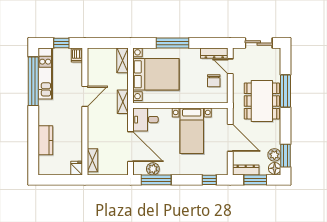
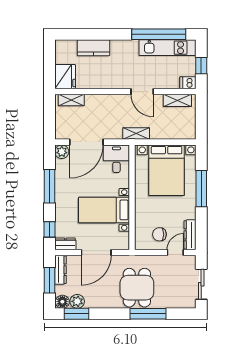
shelving: (122, 60) -> (177, 100), moved
dining table: (262, 101) -> (137, 288), width x0.73
dresser: (222, 166) -> (65, 244), added
fridge: (77, 168) -> (65, 77), width x1.88, depth x1.34
plant: (153, 169) -> (62, 152), moved
window: (156, 180) -> (49, 186), moved

